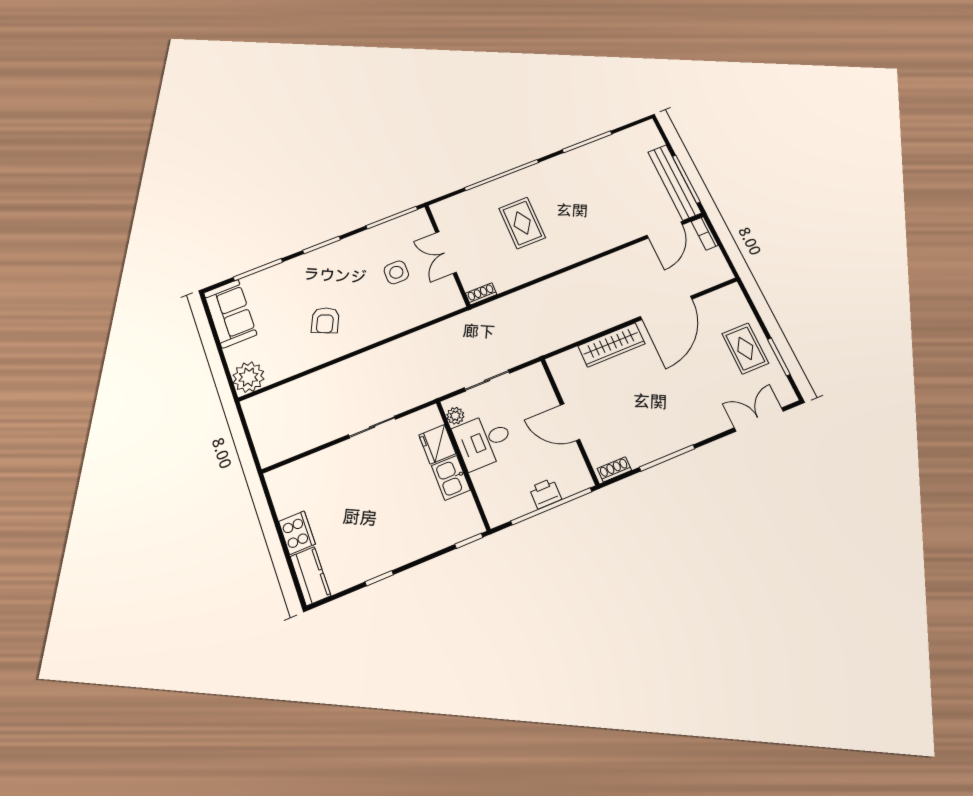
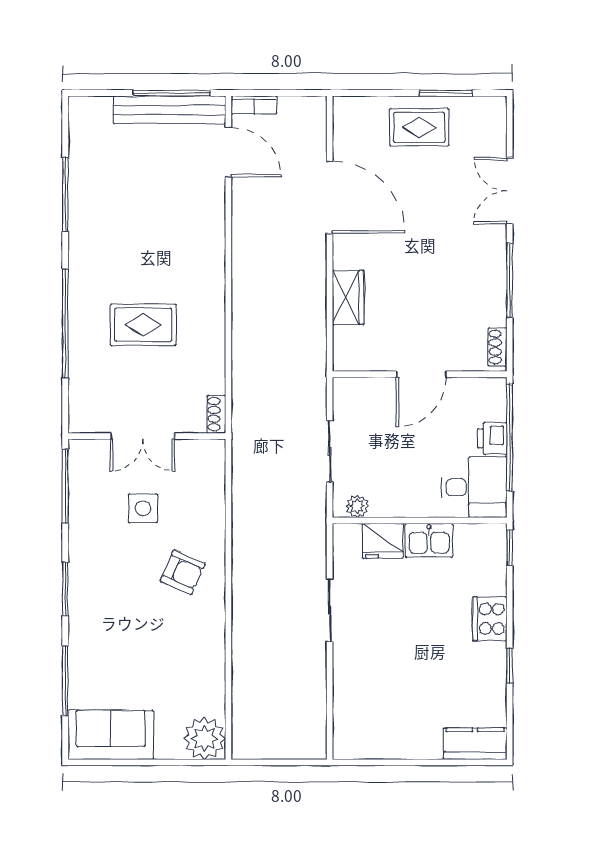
armchair: (325, 320) -> (183, 572), moved
wardrobe: (612, 345) -> (348, 297), width x0.67
double door: (759, 420) -> (510, 191), moved
desk: (484, 441) -> (474, 487), moved, turned -90
cooker: (297, 533) -> (490, 619), moved, turned -90

